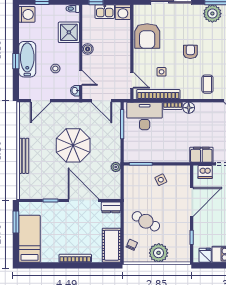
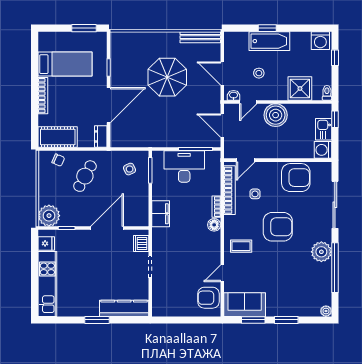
armchair: (147, 36) -> (296, 178), turned 180
boiler: (88, 49) -> (276, 115), width x1.86, depth x1.86
armchair: (190, 52) -> (278, 227), width x1.88, depth x1.88
door: (41, 101) -> (222, 73), moved
door: (101, 101) -> (222, 126), hinge flipped
desk: (145, 116) -> (184, 167), moved, turned -90
parasol: (73, 145) -> (167, 77), moved
filing cabinet: (201, 155) -> (161, 214), moved
bench: (24, 156) -> (200, 37), moved
plant: (116, 167) -> (147, 142), removed
side table: (161, 180) -> (130, 169), moved
door: (192, 202) -> (107, 228), swing flipped
bed: (29, 239) -> (65, 64), moved
plant: (159, 253) -> (49, 216), moved

